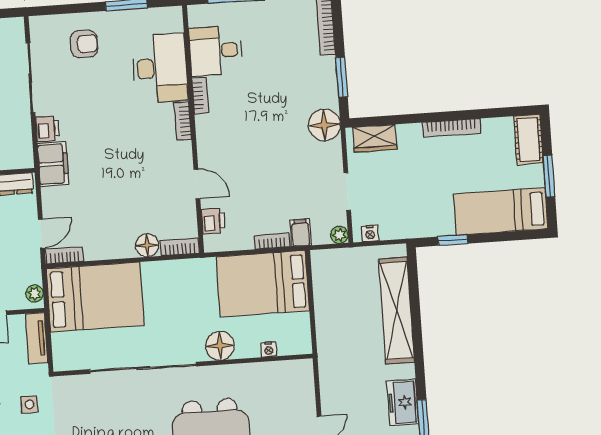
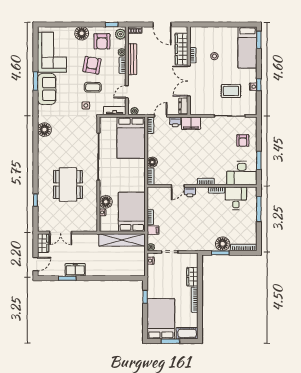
desk: (160, 68) -> (242, 173), moved
floor lamp: (324, 125) -> (223, 244), moved
printer: (47, 129) -> (175, 122), moved
wardrobe: (375, 138) -> (192, 277), moved
bed: (501, 211) -> (161, 319), width x1.50
printer: (213, 221) -> (190, 192), moved
door: (41, 234) -> (161, 116), swing flipped
shelving: (397, 311) -> (122, 240), moved
floor lamp: (220, 346) -> (106, 202), moved

